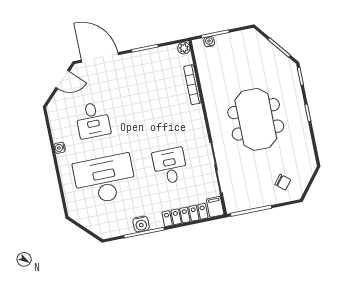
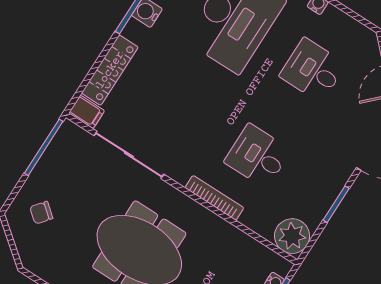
plant: (184, 48) -> (292, 236), width x1.88, depth x1.88
bookcase: (192, 85) -> (214, 198), moved
desk: (170, 166) -> (258, 156), moved, turned 180

